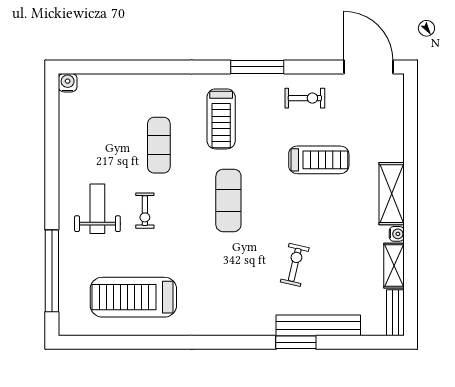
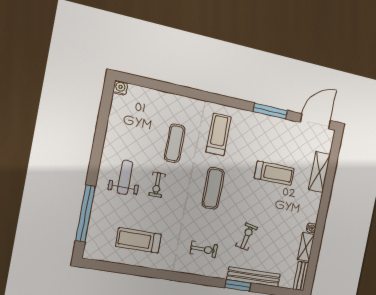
window: (257, 67) -> (270, 111), moved
door: (369, 67) -> (315, 121), hinge flipped
exercise bike: (305, 98) -> (204, 249), moved
treadmill: (221, 119) -> (219, 135), turned 180
shelving: (392, 194) -> (319, 172), moved
treadmill: (133, 297) -> (139, 240), width x0.73, depth x0.73

